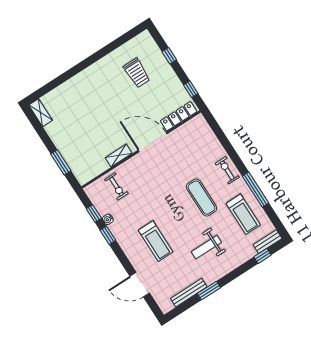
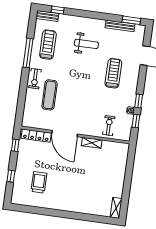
window: (61, 162) -> (129, 168), removed
exercise mat: (201, 198) -> (50, 95), moved
window: (209, 291) -> (131, 20), moved

